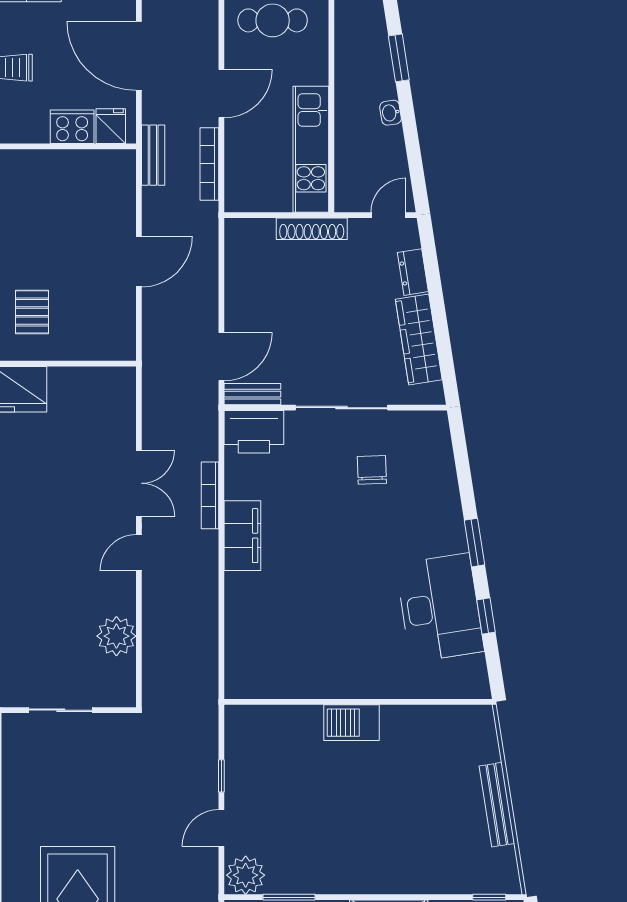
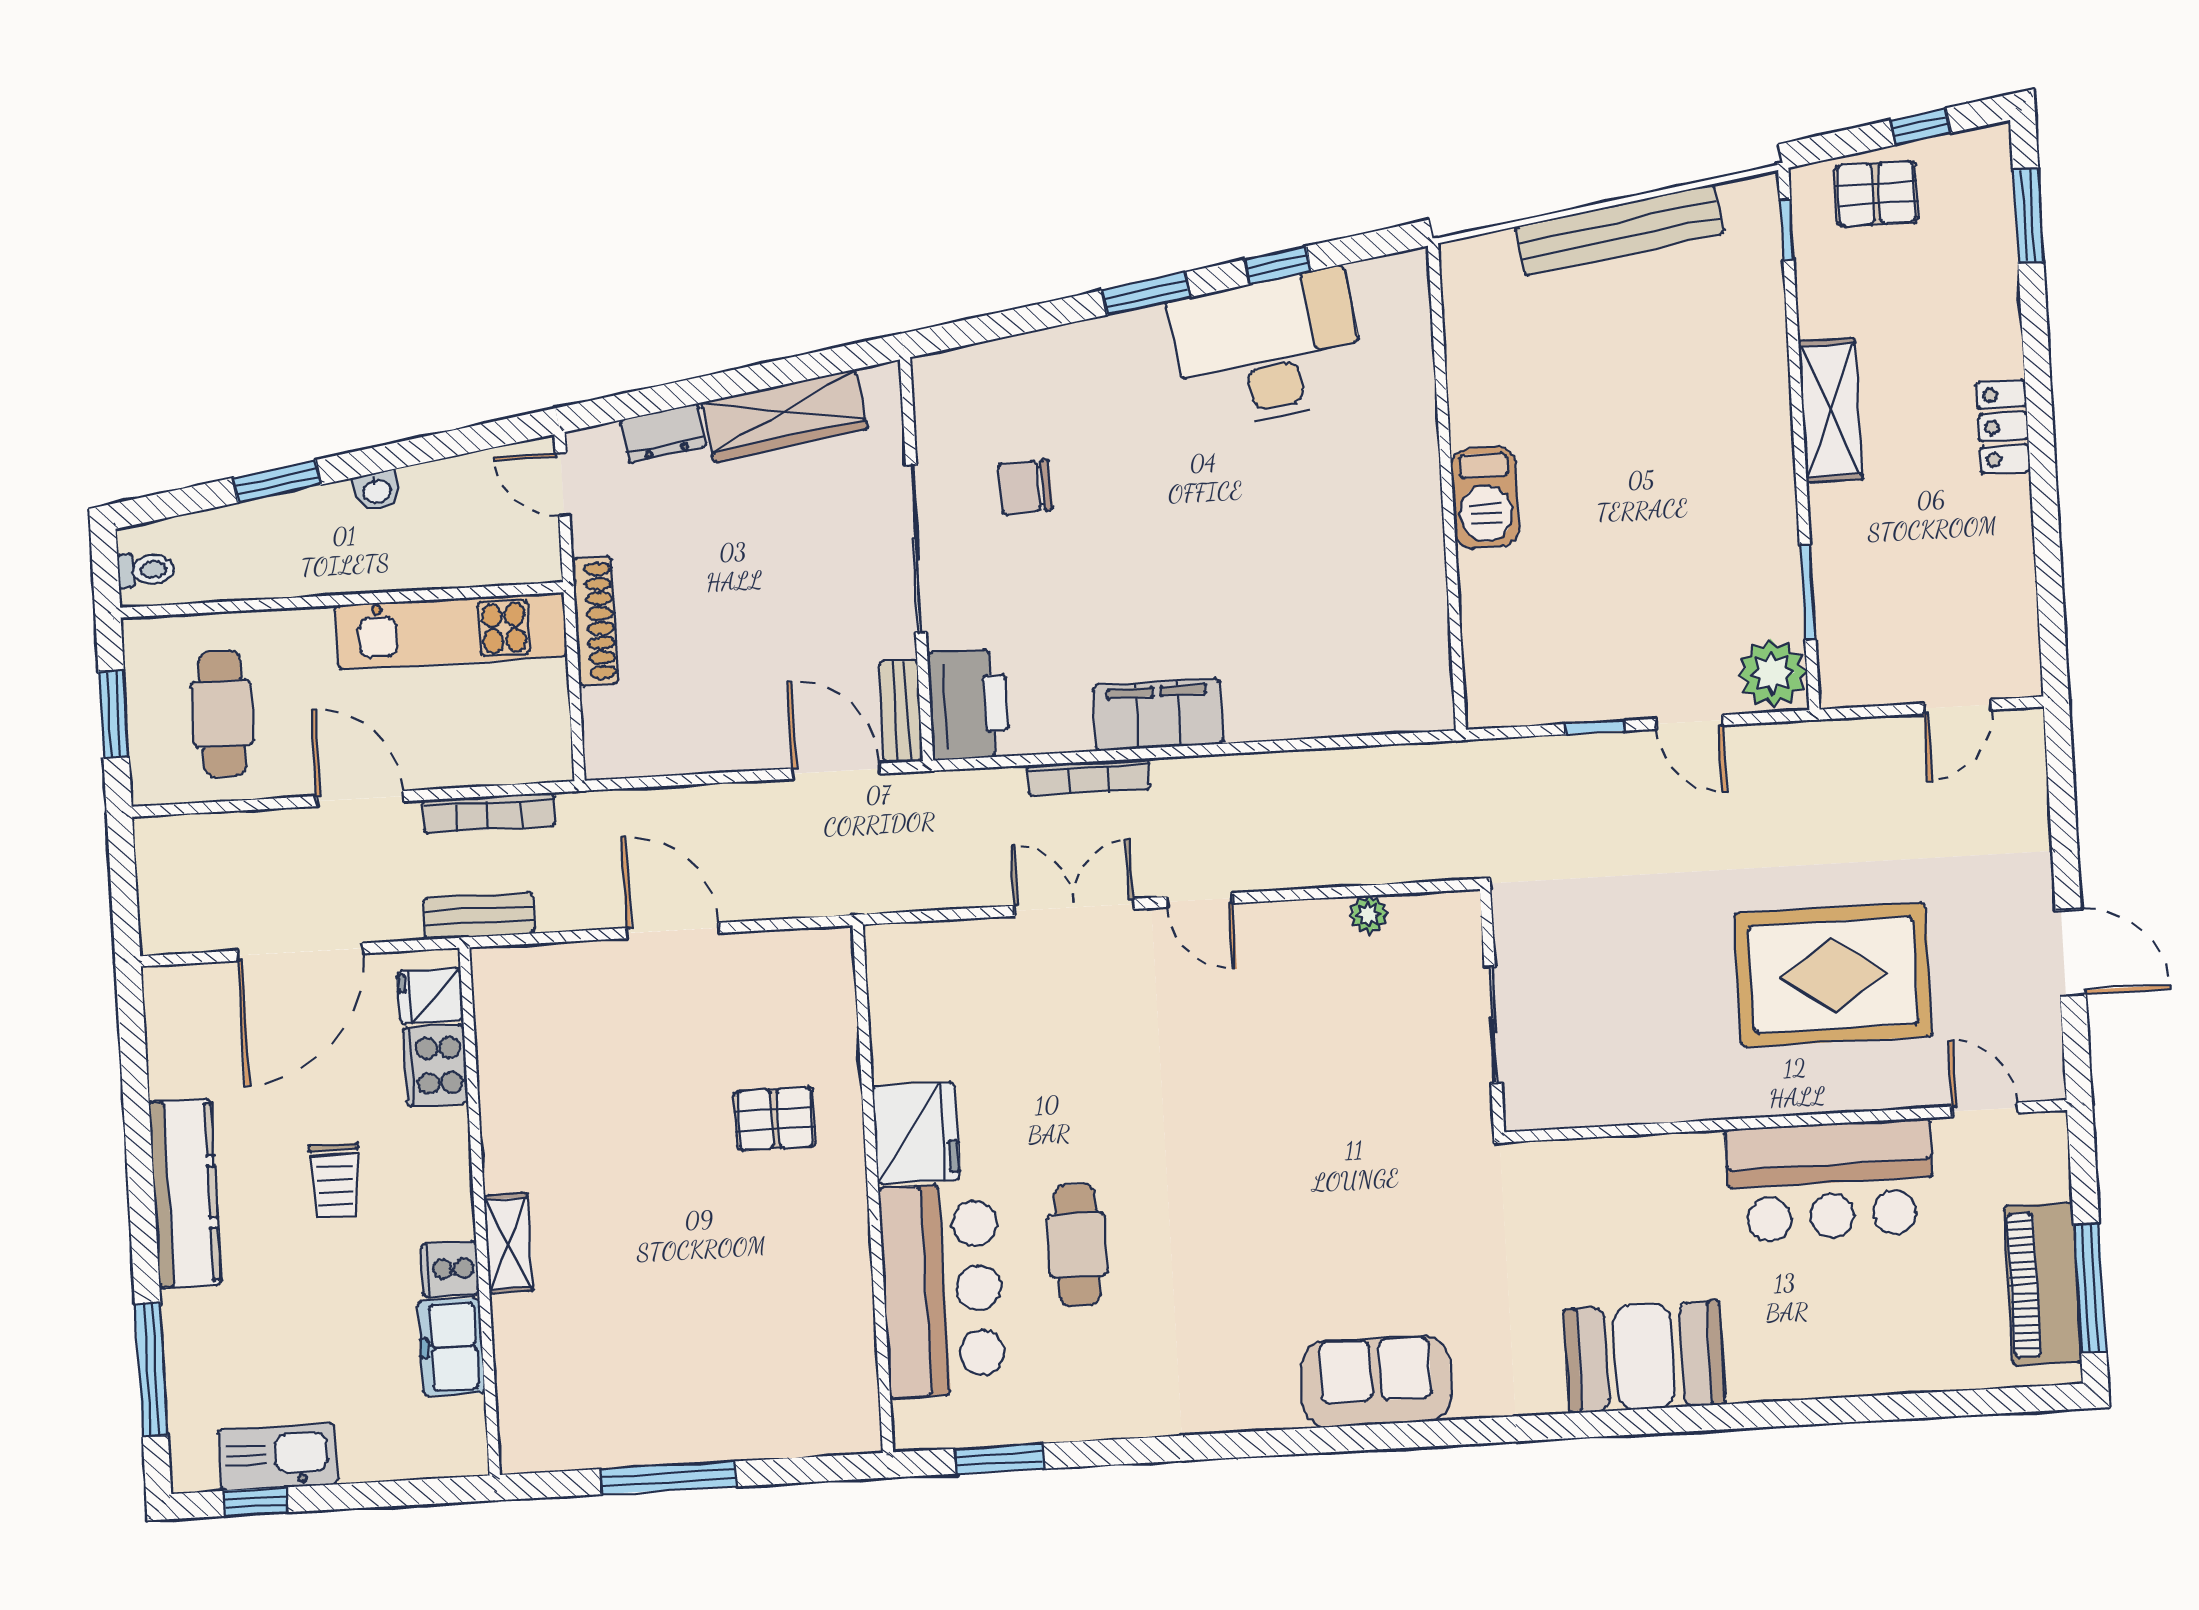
plant: (116, 636) -> (1369, 914), width x0.53, depth x0.53
bench: (497, 805) -> (1619, 230), width x1.37, depth x1.21

